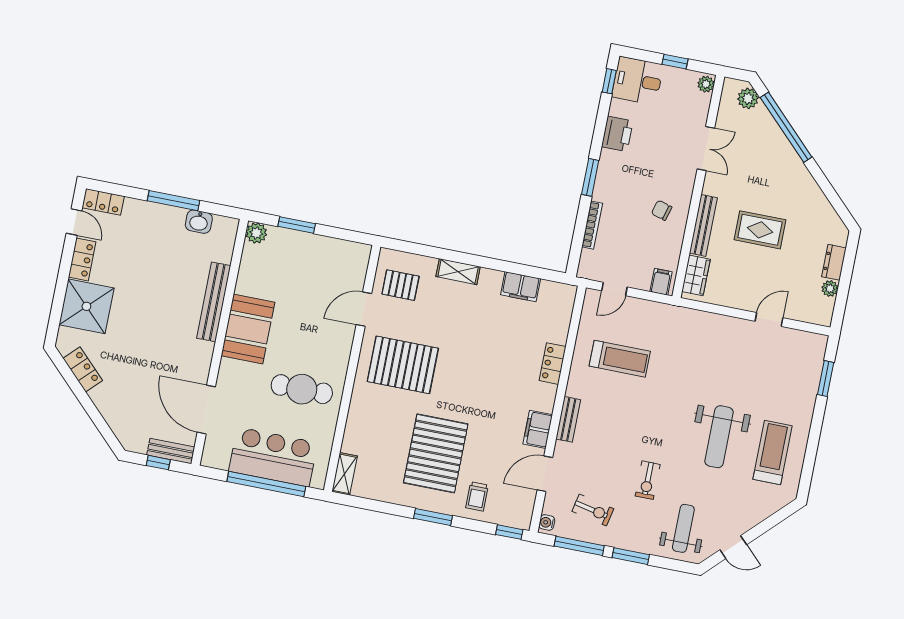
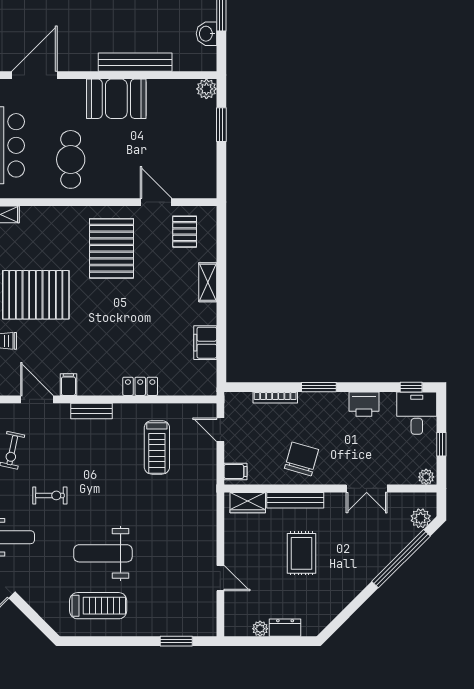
chair: (662, 210) -> (302, 459), width x1.87, depth x1.87
filing cabinet: (538, 429) -> (68, 385), width x0.50
exercise bike: (648, 480) -> (50, 495), turned 180

